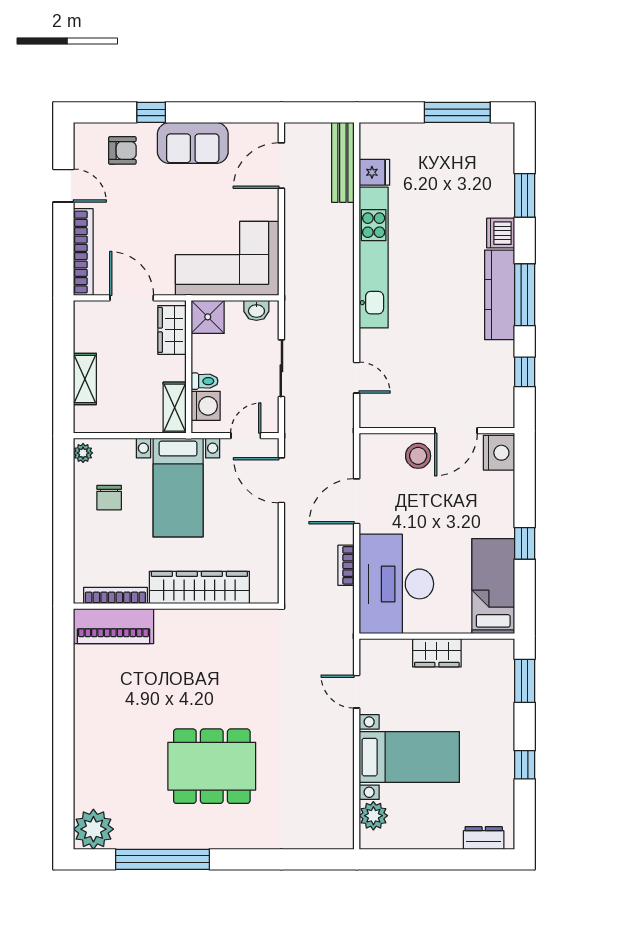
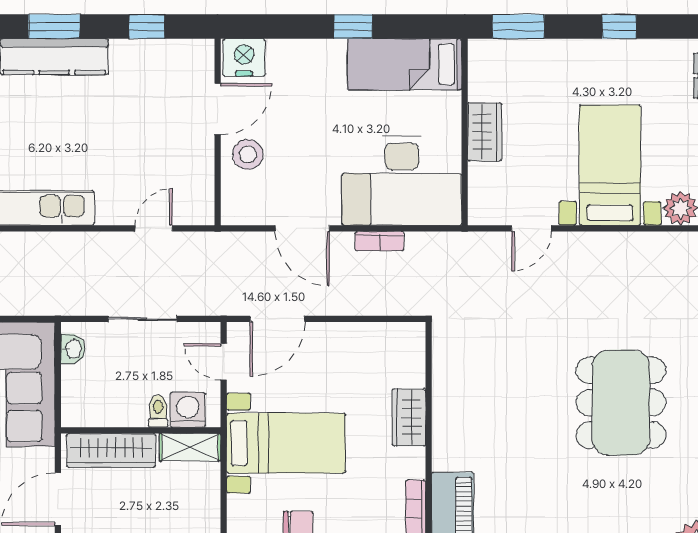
window: (525, 295) -> (54, 27), width x0.69
shower: (208, 317) -> (81, 407), removed
wardrobe: (172, 330) -> (111, 450), width x1.50
door: (456, 431) -> (218, 109), hinge flipped
wardrobe: (199, 587) -> (409, 417), width x0.48, depth x0.85

